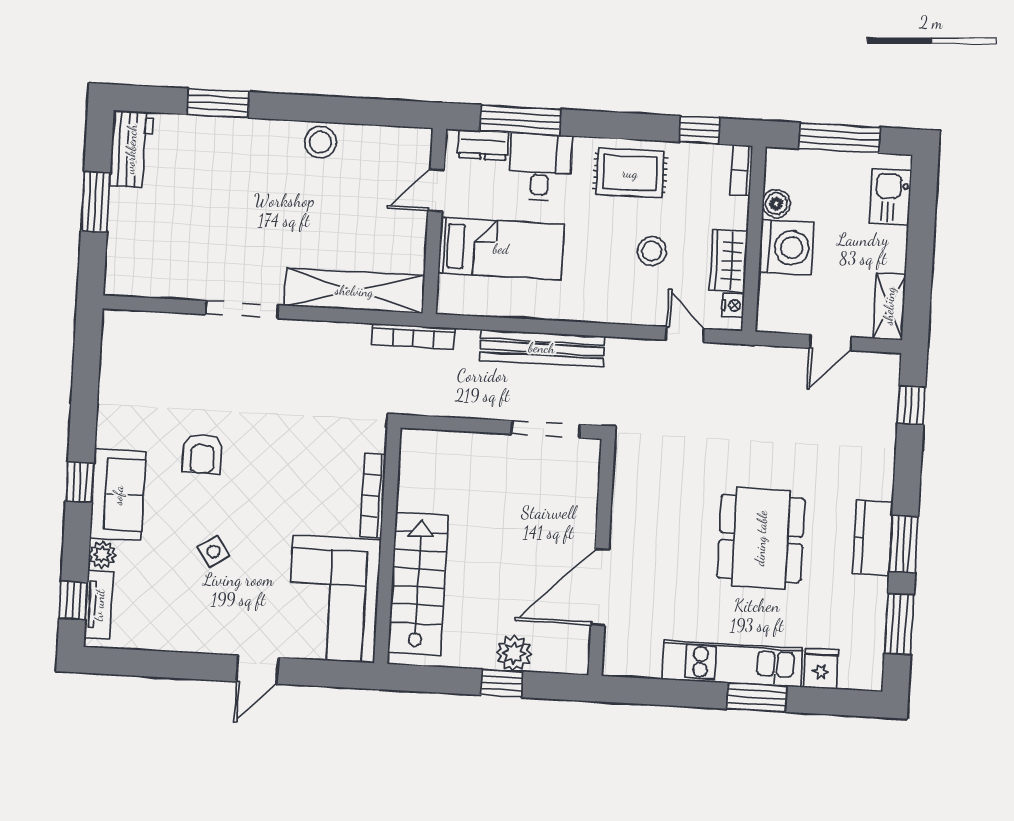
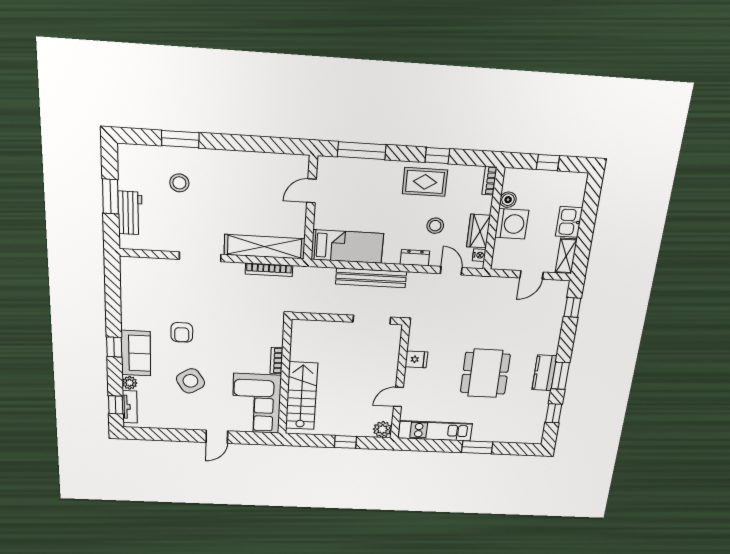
window: (700, 130) -> (437, 156), moved
window: (840, 138) -> (548, 163), width x0.46
stool: (320, 142) -> (179, 183), moved
dresser: (483, 145) -> (415, 258), moved, turned 180
workbench: (131, 149) -> (130, 213), moved
desk: (540, 167) -> (373, 178), removed
kitchen sink: (890, 197) -> (569, 222), moved
bed: (501, 249) -> (347, 246), moved
bookcase: (413, 336) -> (269, 270), moved
bookcase: (373, 495) -> (276, 361), width x0.64
side table: (213, 551) -> (190, 381), width x1.87, depth x1.87
door: (600, 587) -> (398, 397), width x0.53
window: (899, 624) -> (554, 413), width x0.67
plant: (514, 653) -> (382, 429), moved
kitchen unit: (732, 664) -> (435, 431), moved
fridge: (821, 669) -> (416, 359), moved, turned 90

